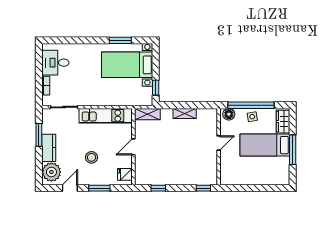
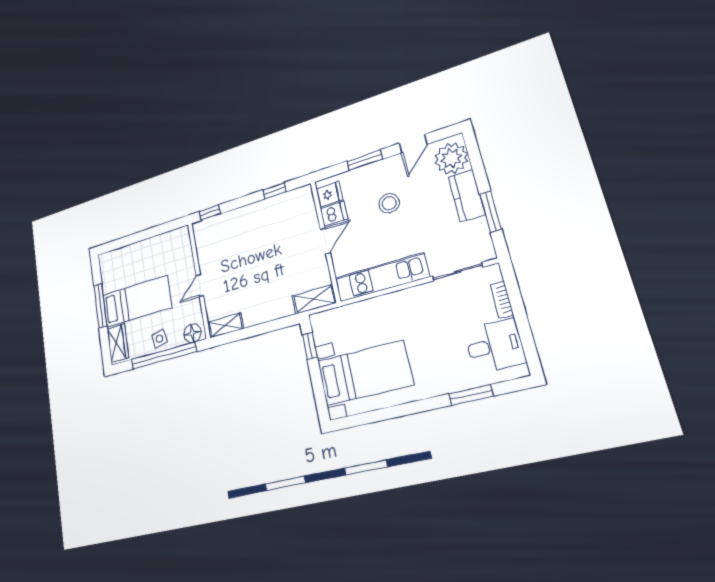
window: (120, 40) -> (471, 395), moved
shelving: (185, 113) -> (225, 325), moved
dishwasher: (125, 162) -> (334, 214), added

